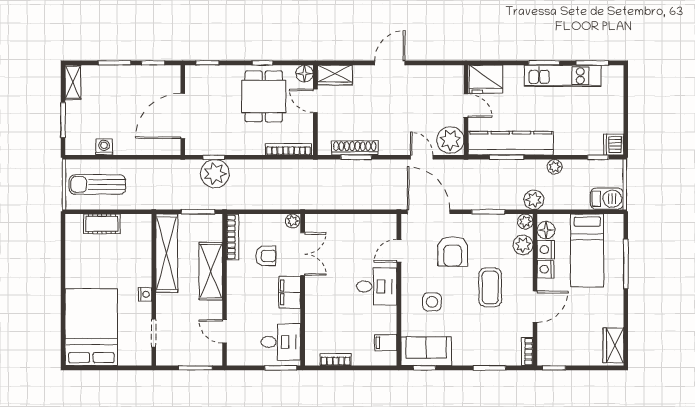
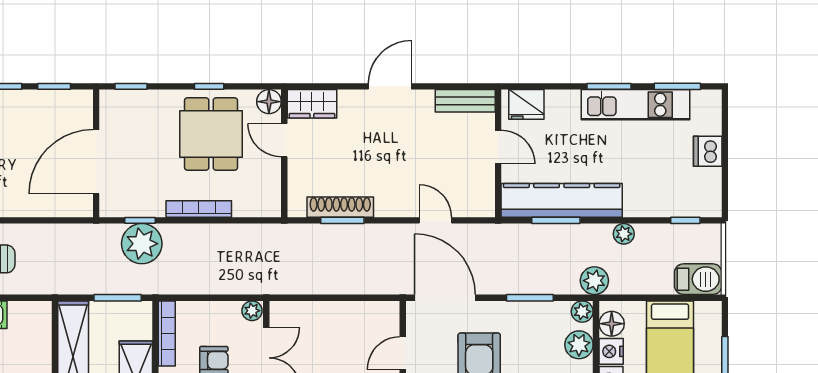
bench: (443, 73) -> (465, 101), added
fridge: (486, 79) -> (526, 104), width x0.73, depth x0.75
plant: (450, 140) -> (476, 196), removed
dishwasher: (614, 144) -> (708, 151), moved
bookcase: (289, 149) -> (199, 209), moved

